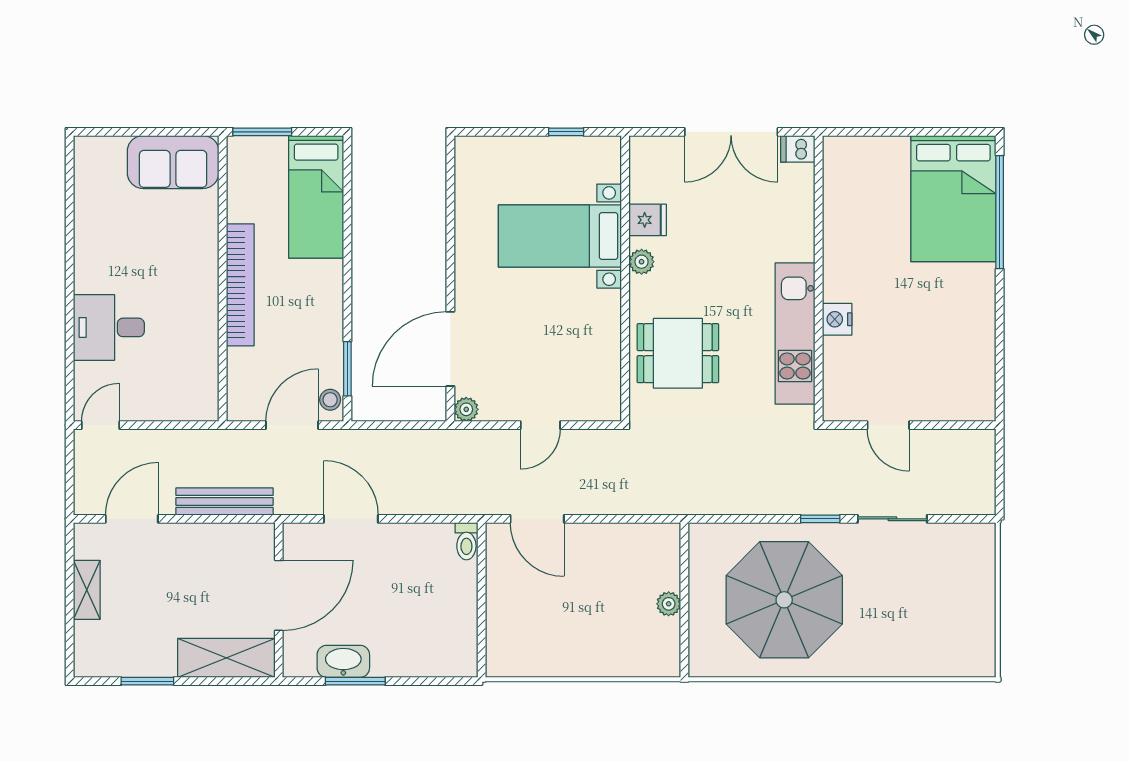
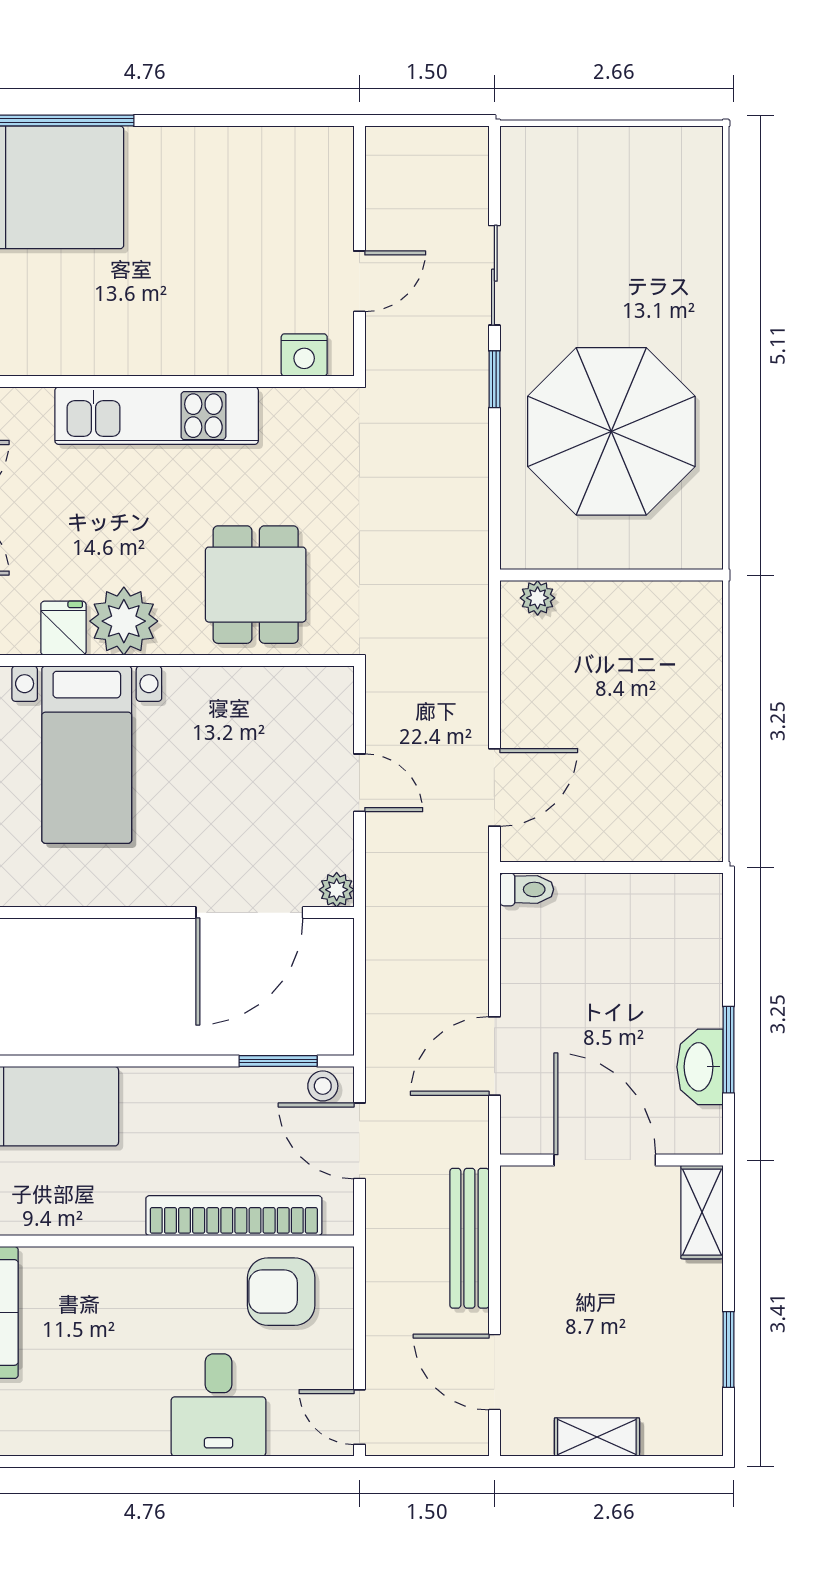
plant: (642, 262) -> (124, 621), width x1.87, depth x1.87
bookcase: (240, 285) -> (234, 1216), moved
nightstand: (837, 319) -> (304, 355), moved
kitchen unit: (795, 334) -> (157, 416), moved
door: (450, 349) -> (249, 913), hinge flipped
armchair: (188, 371) -> (281, 1292), added
plant: (669, 604) -> (538, 598), moved
shelving: (226, 658) -> (702, 1212), width x0.67, depth x0.75

